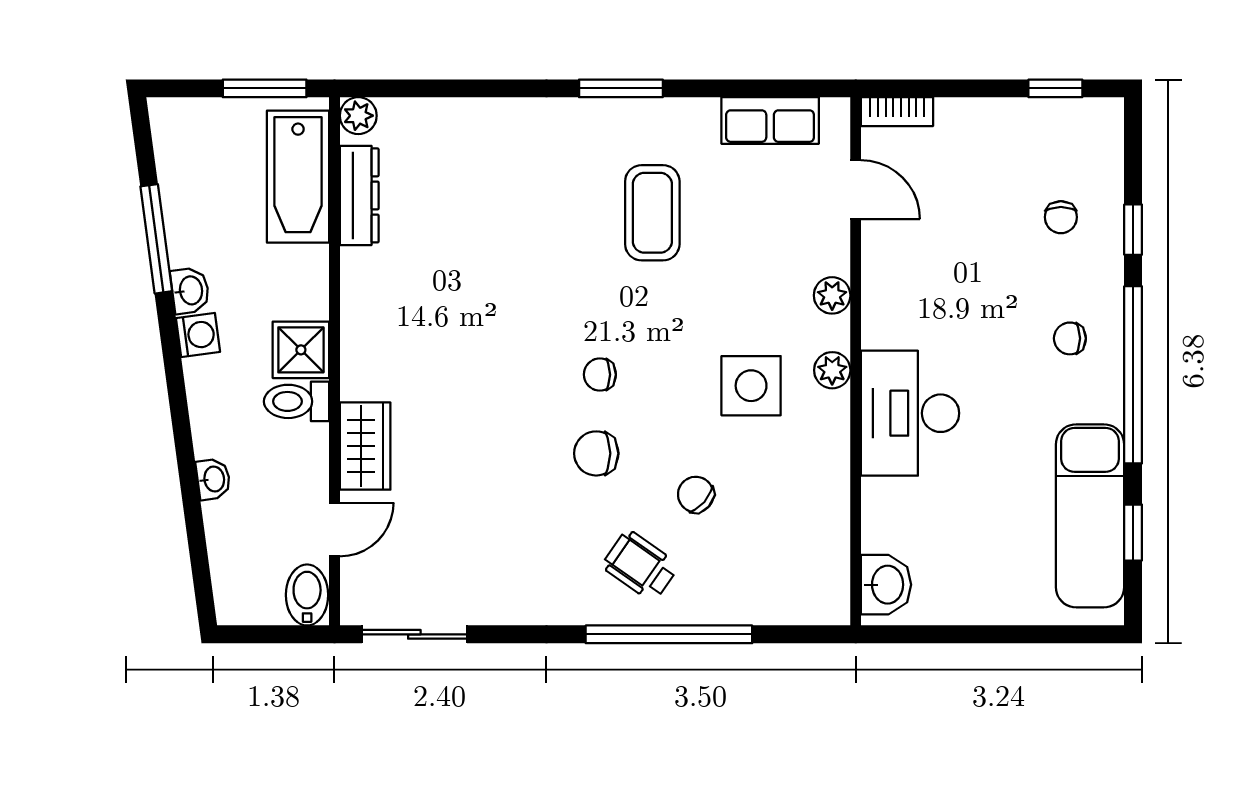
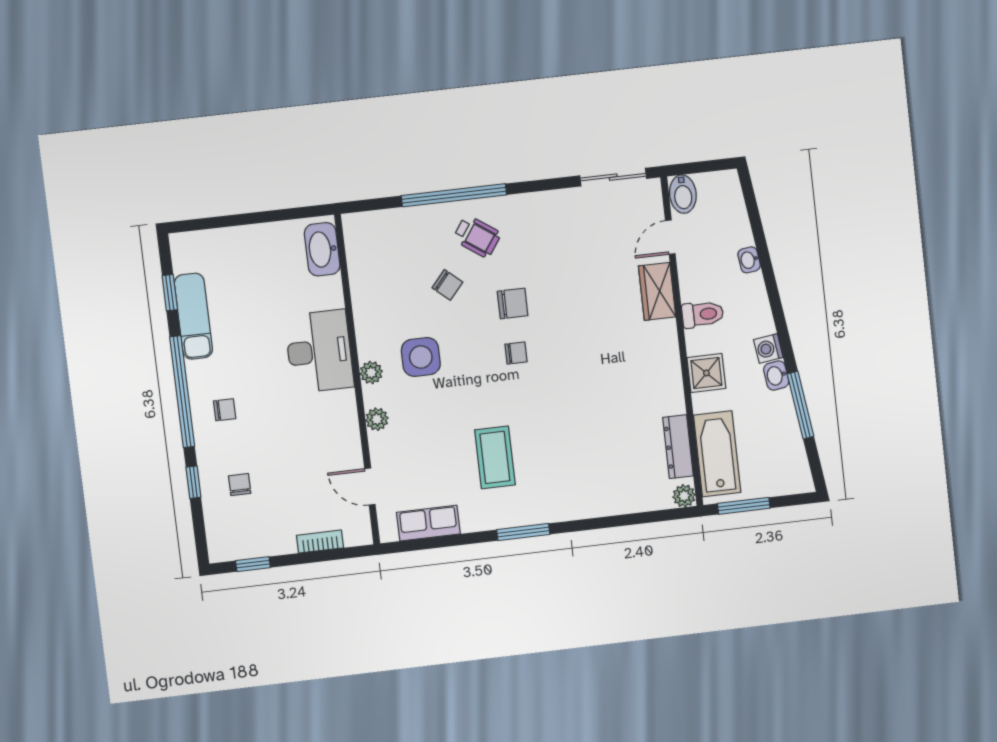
bookcase: (897, 112) -> (320, 542), moved
shower: (301, 350) -> (706, 373), moved
exam couch: (1090, 516) -> (193, 316), width x0.73, depth x0.69
washbasin: (886, 585) -> (322, 249), width x1.38

